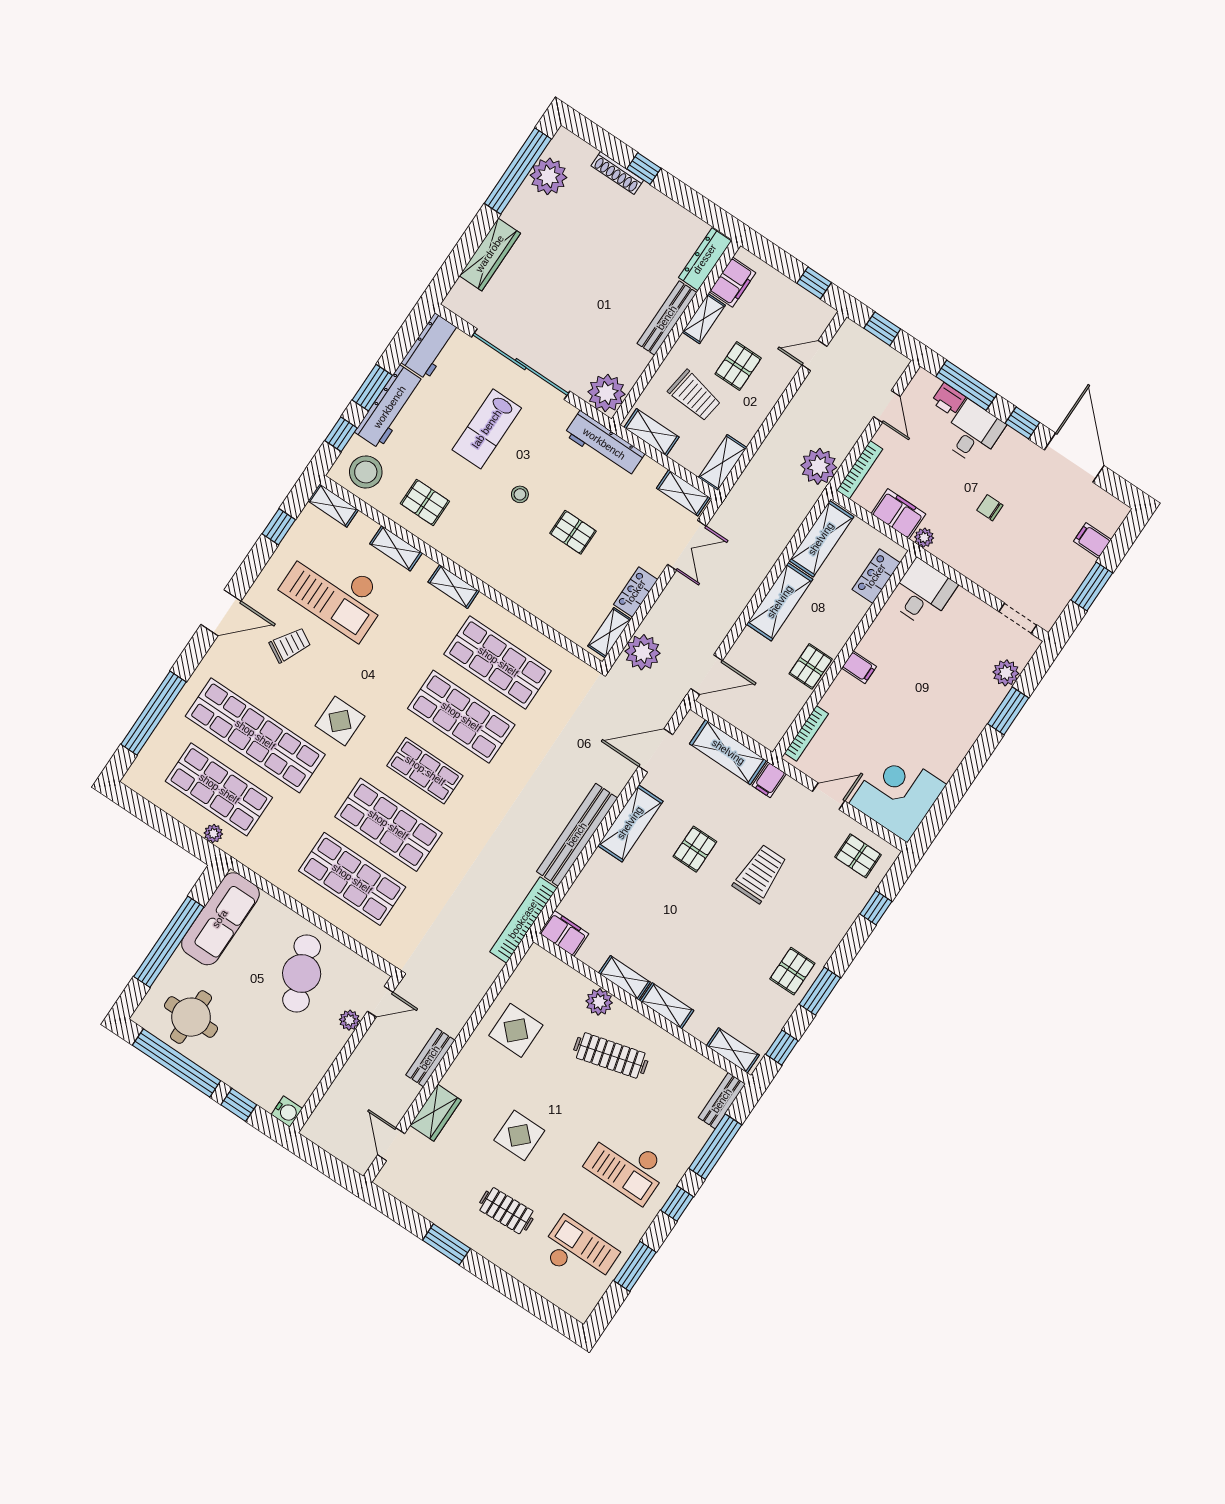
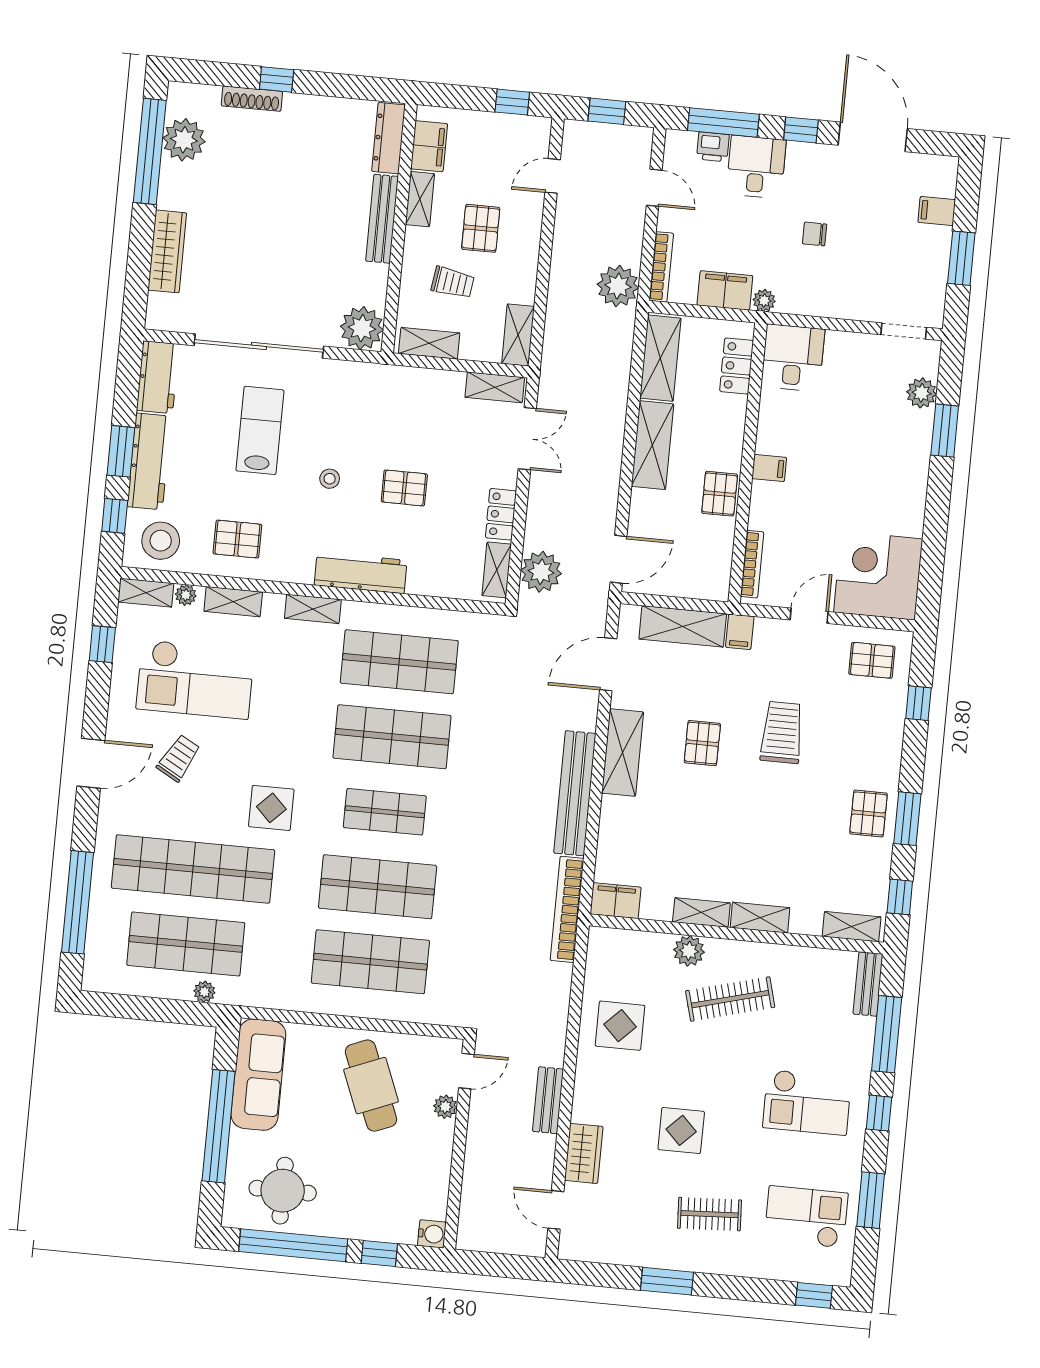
trolley: (694, 396) -> (453, 283), width x0.73, depth x0.72
lab bench: (487, 429) -> (260, 430), turned 180
workbench: (604, 444) -> (361, 573), moved, turned 180
plant: (363, 524) -> (186, 595), added
window: (553, 1316) -> (814, 1295), added

